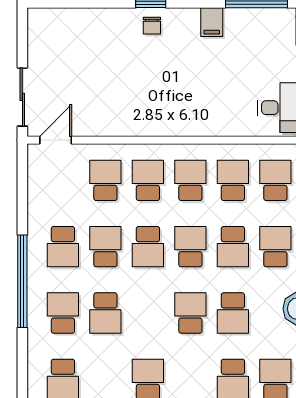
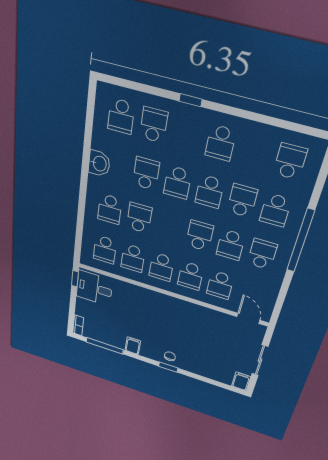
filing cabinet: (39, 23) -> (241, 381), added
sliding door: (22, 97) -> (260, 360), moved
door: (56, 140) -> (248, 318), swing flipped
school desk: (190, 247) -> (210, 191), moved

